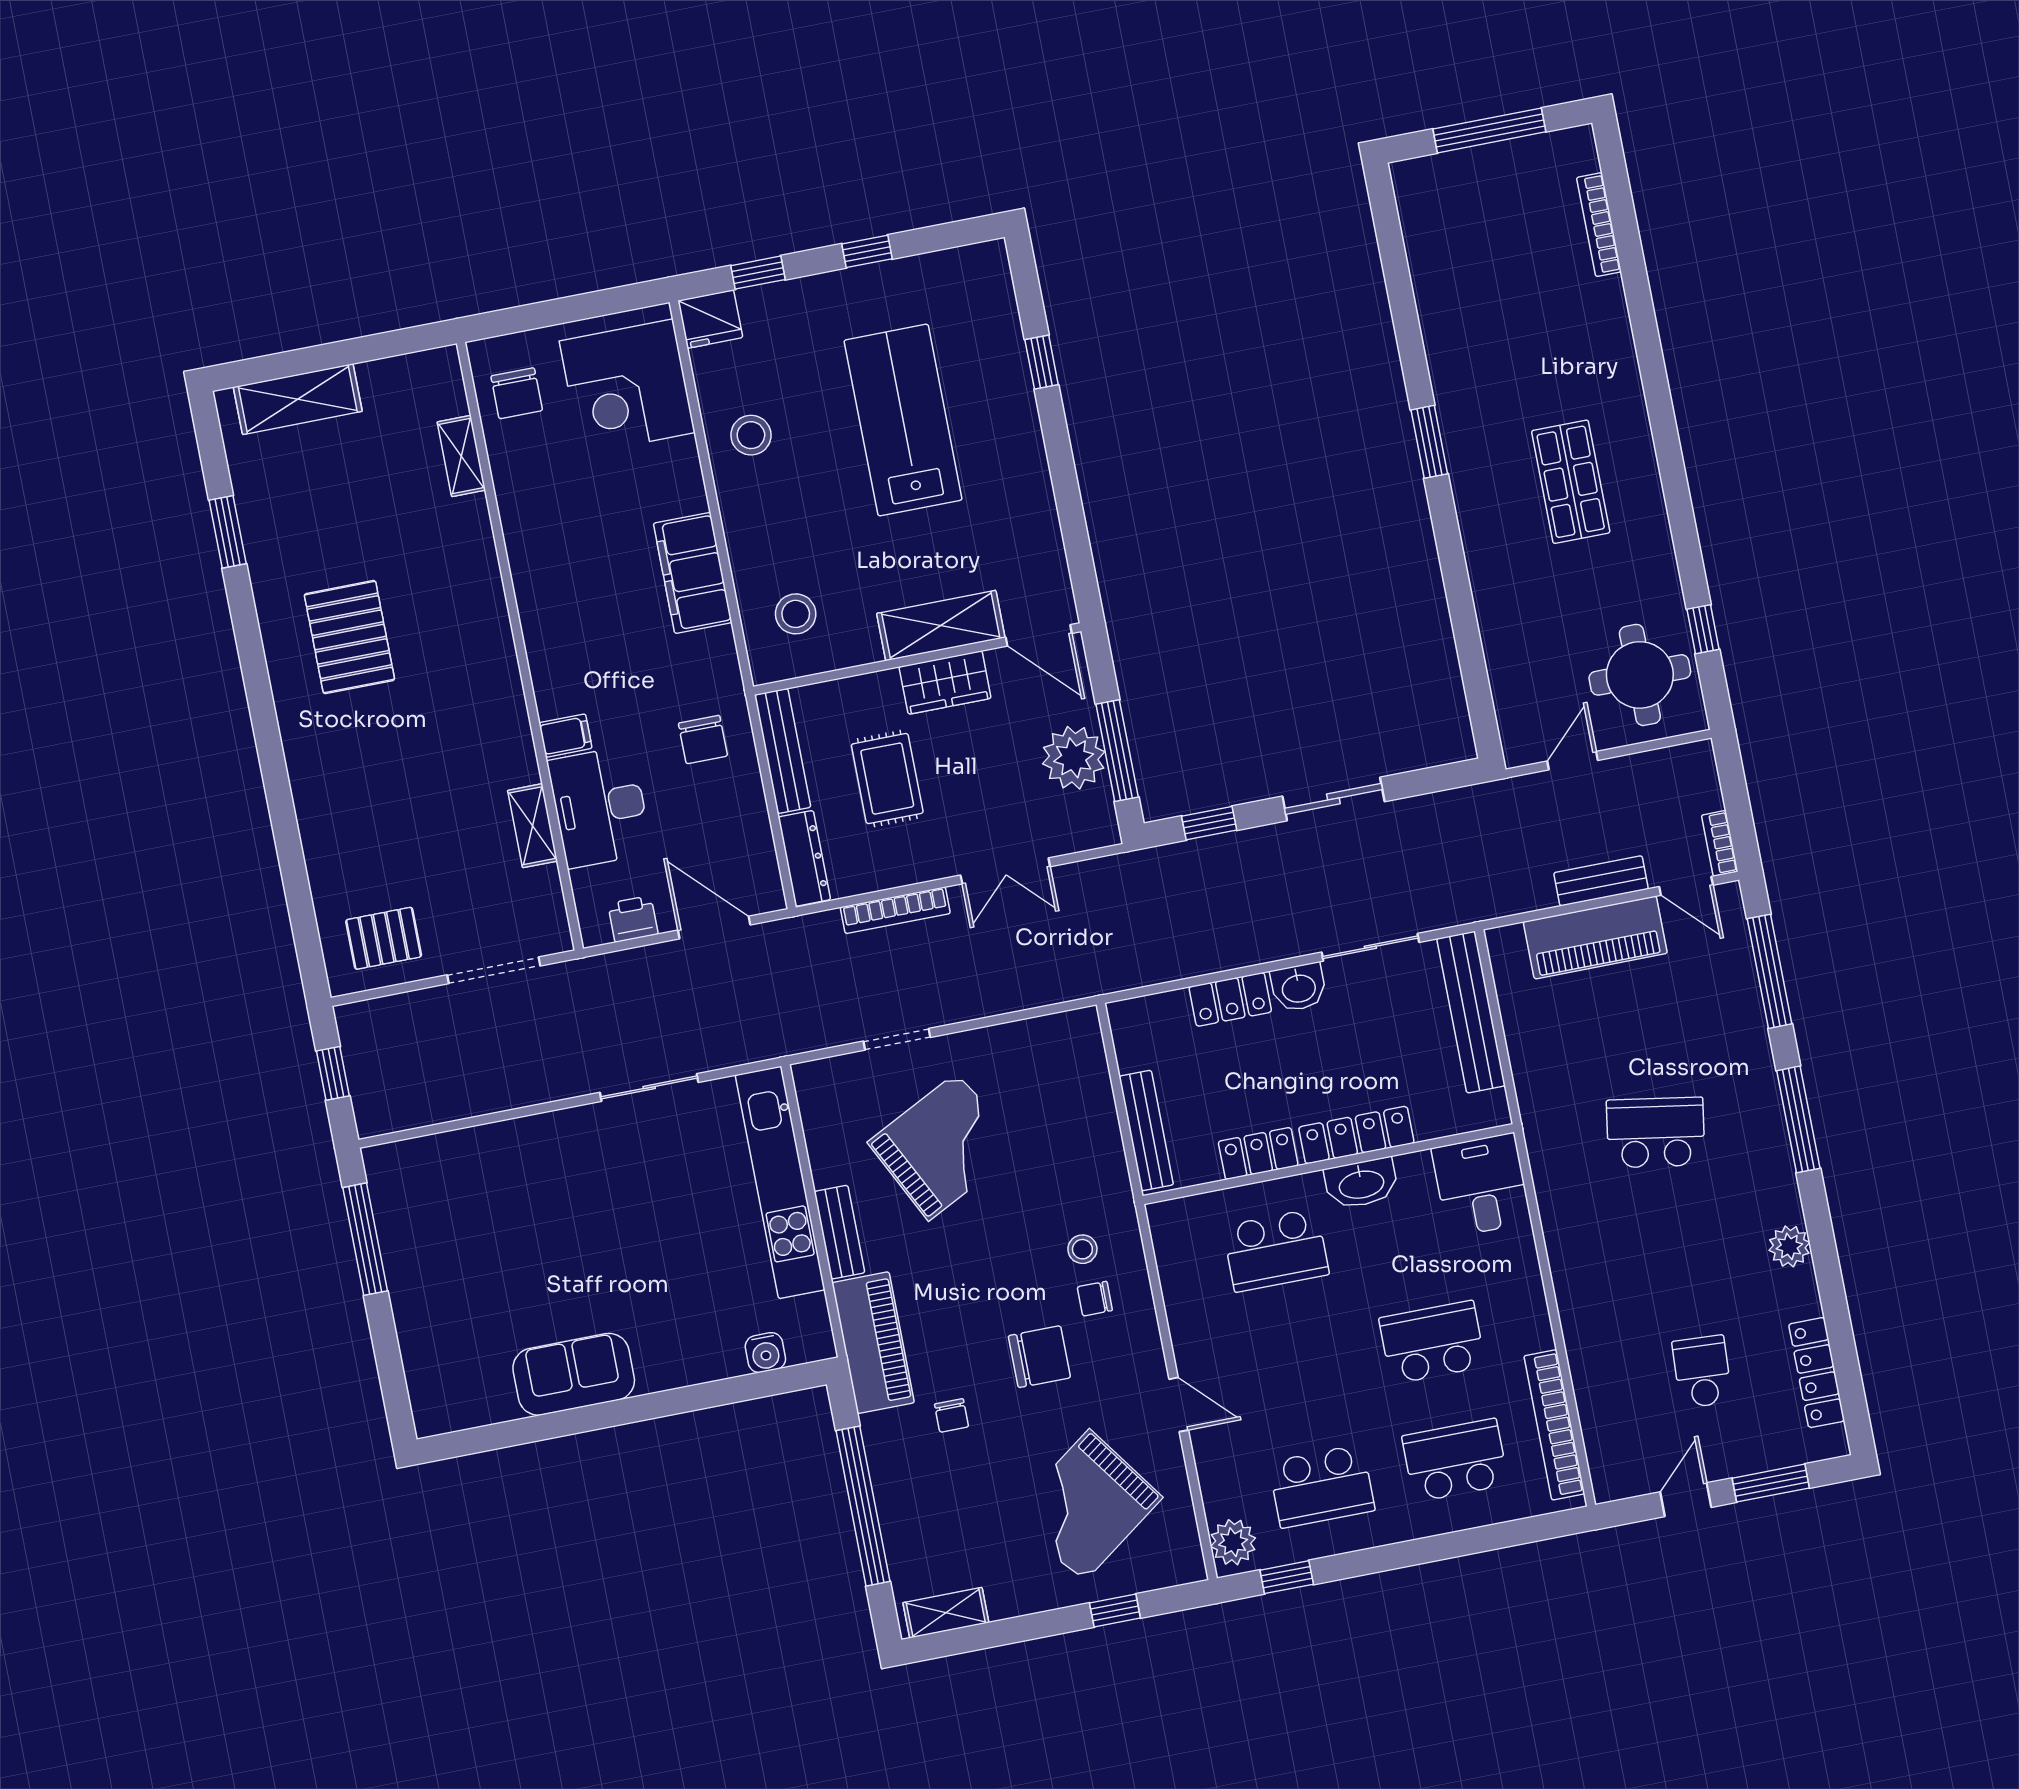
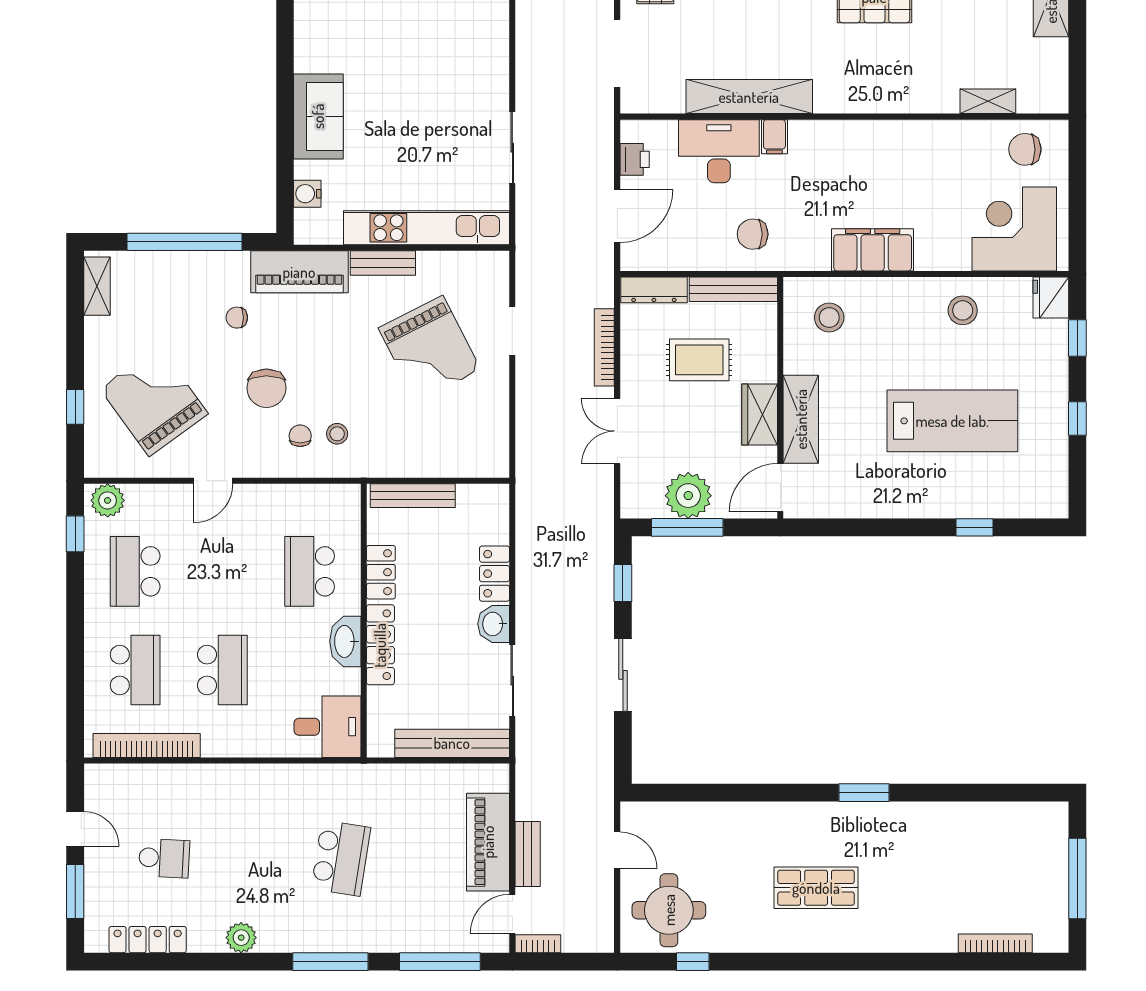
shelving: (533, 826) -> (749, 97), width x2.20, depth x1.33
sofa: (574, 1374) -> (318, 116), moved

